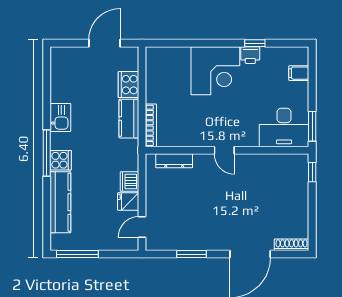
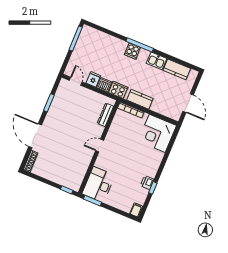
corner desk: (215, 71) -> (157, 133), moved
filing cabinet: (299, 73) -> (136, 210), moved
cooker: (128, 85) -> (118, 90), moved
kitchen counter: (60, 202) -> (177, 69), moved, width x0.67

